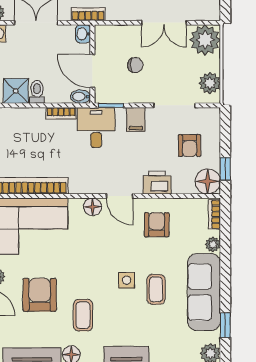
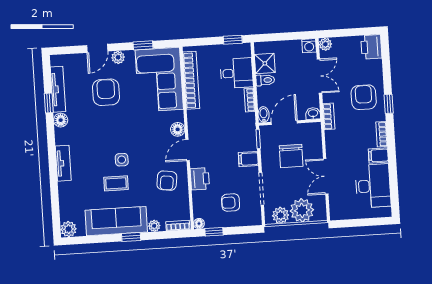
plant: (205, 40) -> (302, 210), moved
chair: (135, 65) -> (291, 156), width x1.87, depth x1.87
desk: (96, 128) -> (237, 73), moved
floor lamp: (208, 181) -> (199, 224), width x0.53, depth x0.53
armchair: (157, 225) -> (167, 181), turned 98
armchair: (40, 295) -> (106, 92), turned -90
coffee table: (83, 315) -> (92, 127), removed
window: (225, 325) -> (131, 237), moved

